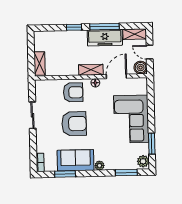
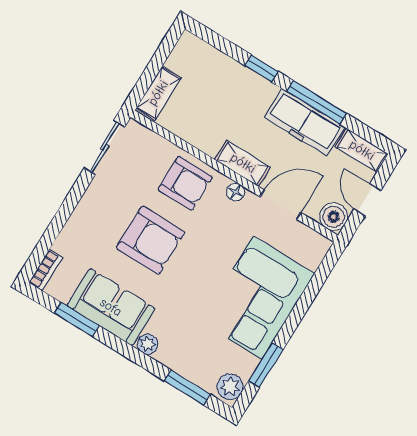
sliding door: (32, 115) -> (104, 147), moved

